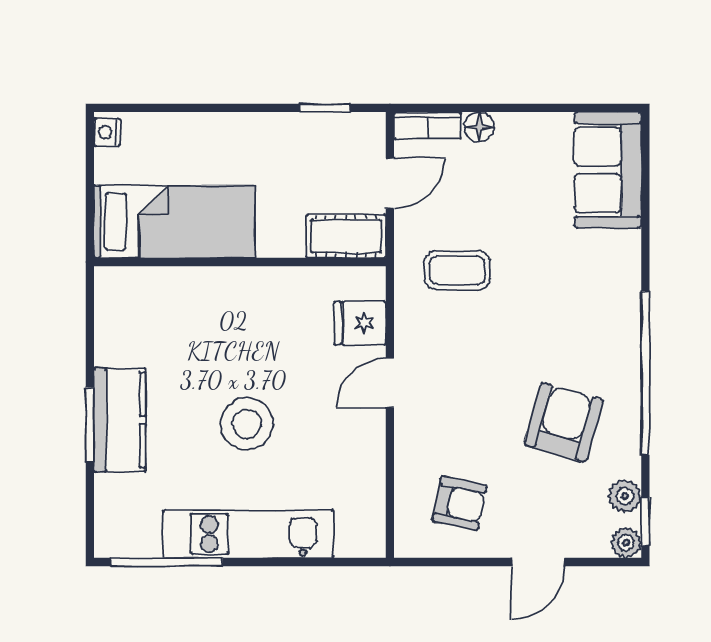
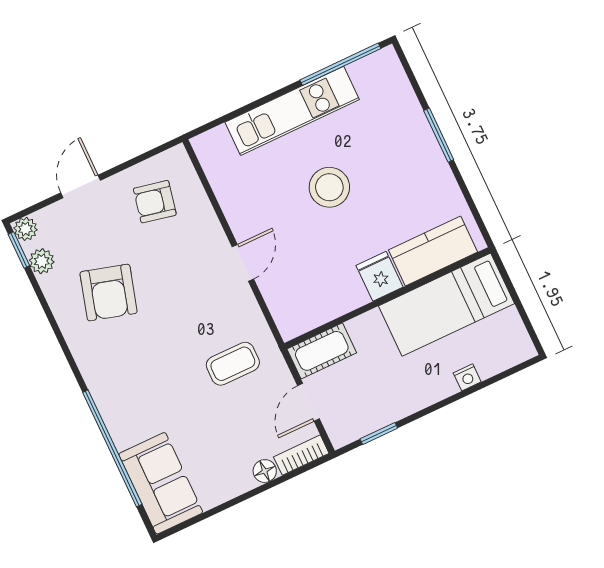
nightstand: (107, 132) -> (467, 377), moved, turned 90
fridge: (360, 323) -> (379, 276), moved, turned -90
window: (645, 373) -> (112, 448), moved
kitchen counter: (120, 420) -> (433, 251), moved, turned 90

